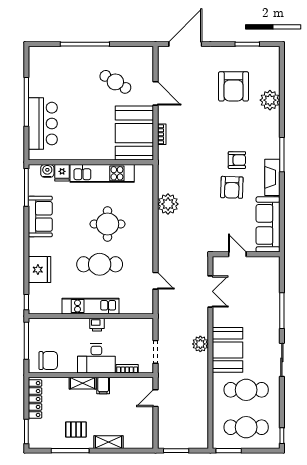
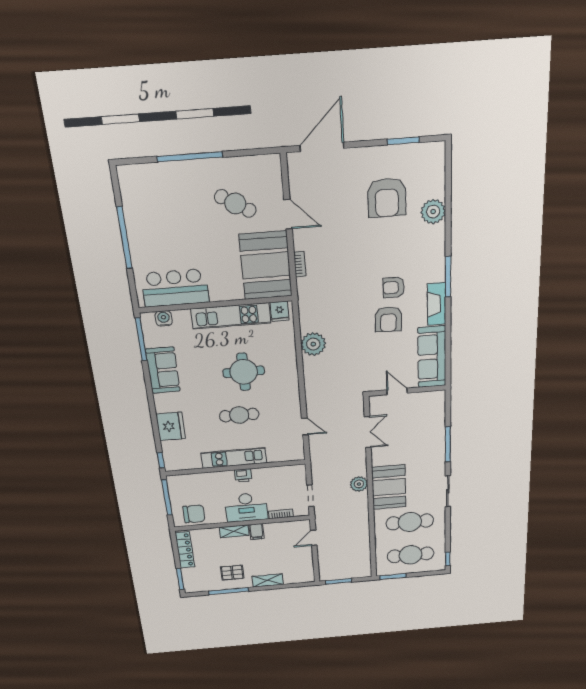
bar counter: (43, 124) -> (175, 288), moved, turned -90
armchair: (237, 160) -> (394, 287), turned 180
fridge: (62, 173) -> (280, 311), moved
cafe table: (100, 264) -> (239, 415), width x0.73, depth x0.74

